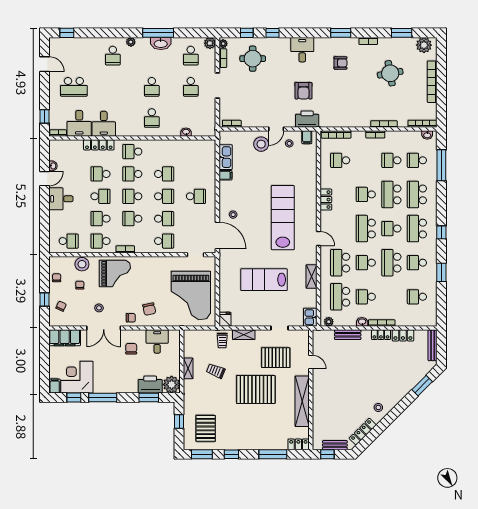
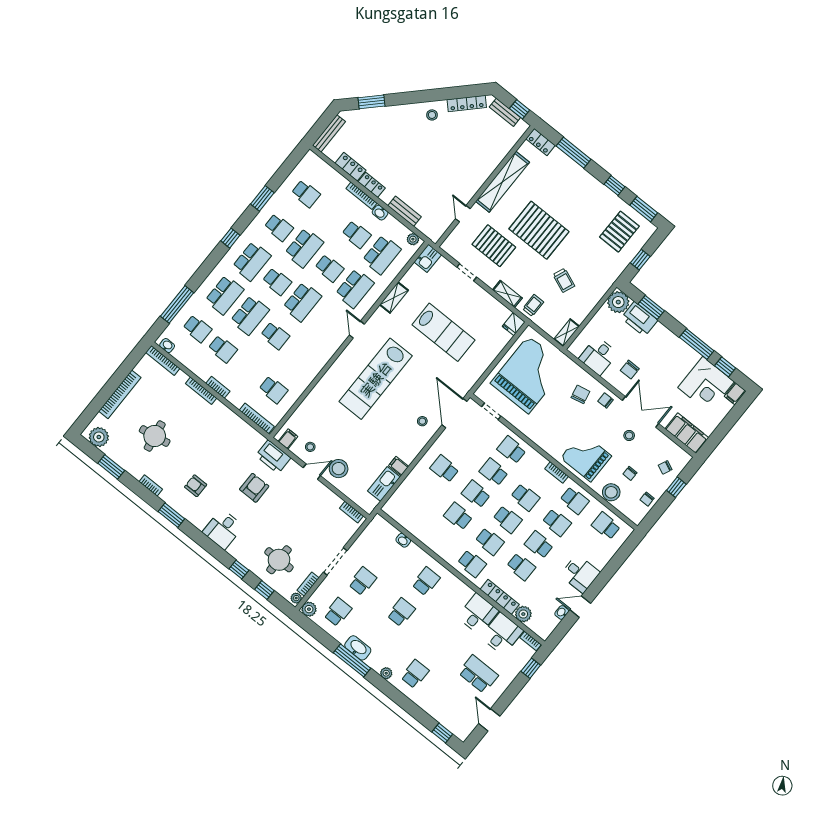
plant: (76, 146) -> (523, 614), added
locker: (326, 200) -> (319, 362), removed
shelving: (188, 368) -> (567, 333), moved

